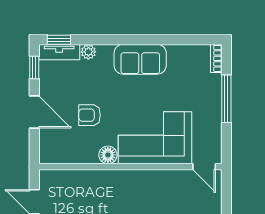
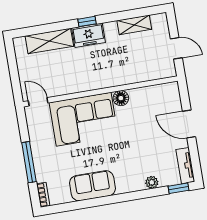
tv unit: (59, 52) -> (185, 166), moved, turned -90
sofa: (140, 59) -> (92, 186), moved
window: (34, 67) -> (195, 161), removed
armchair: (90, 115) -> (142, 129), removed

